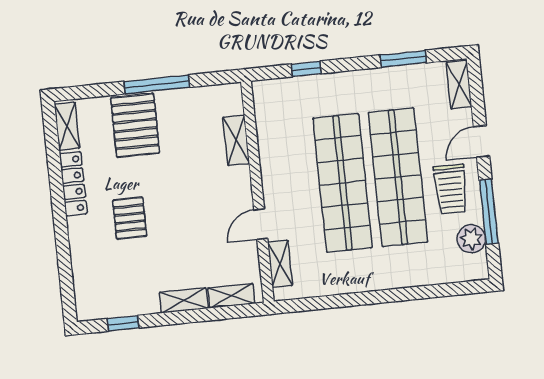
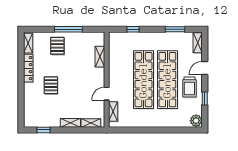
pallet: (135, 125) -> (57, 46), width x0.67, depth x0.71
window: (489, 212) -> (205, 98), width x0.46
plant: (471, 239) -> (196, 121), moved

